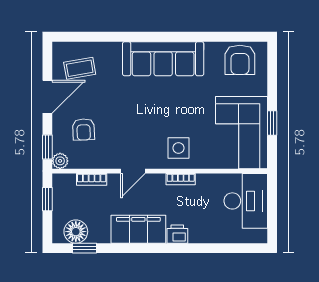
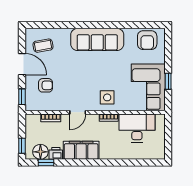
door: (47, 97) -> (22, 64), hinge flipped
armchair: (84, 129) -> (46, 85), turned -88
plant: (60, 161) -> (30, 106), removed
window: (47, 199) -> (22, 146), moved
desk: (246, 201) -> (137, 128), moved, turned -90
printer: (177, 234) -> (56, 153), moved

